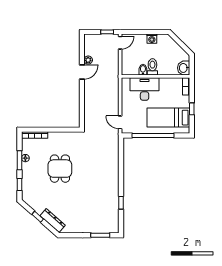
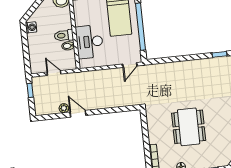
washing machine: (152, 39) -> (31, 27), moved
door: (120, 43) -> (54, 73), moved
dining table: (60, 169) -> (189, 127), width x1.38

